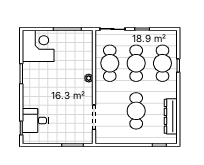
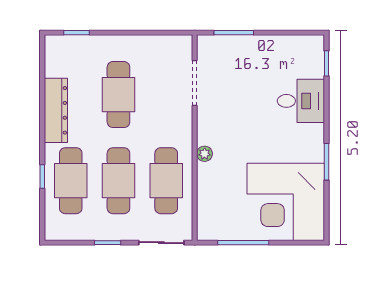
corner desk: (38, 46) -> (286, 202), width x1.36, depth x1.36
dresser: (171, 116) -> (56, 110), moved
desk: (35, 121) -> (301, 101), moved

